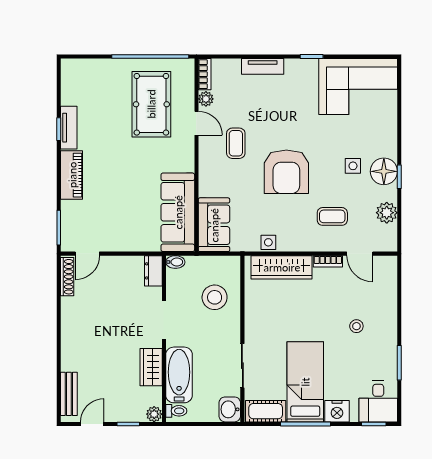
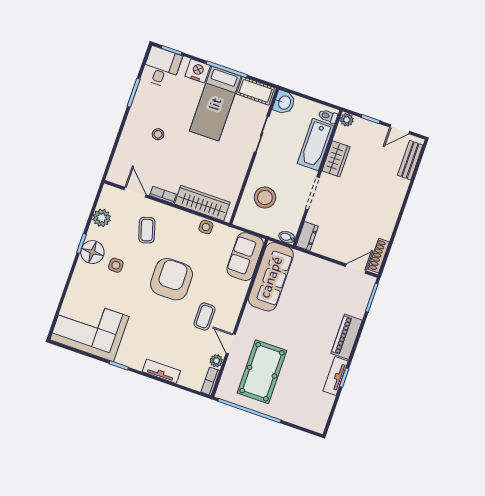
coffee table: (332, 216) -> (147, 230), turned 73

